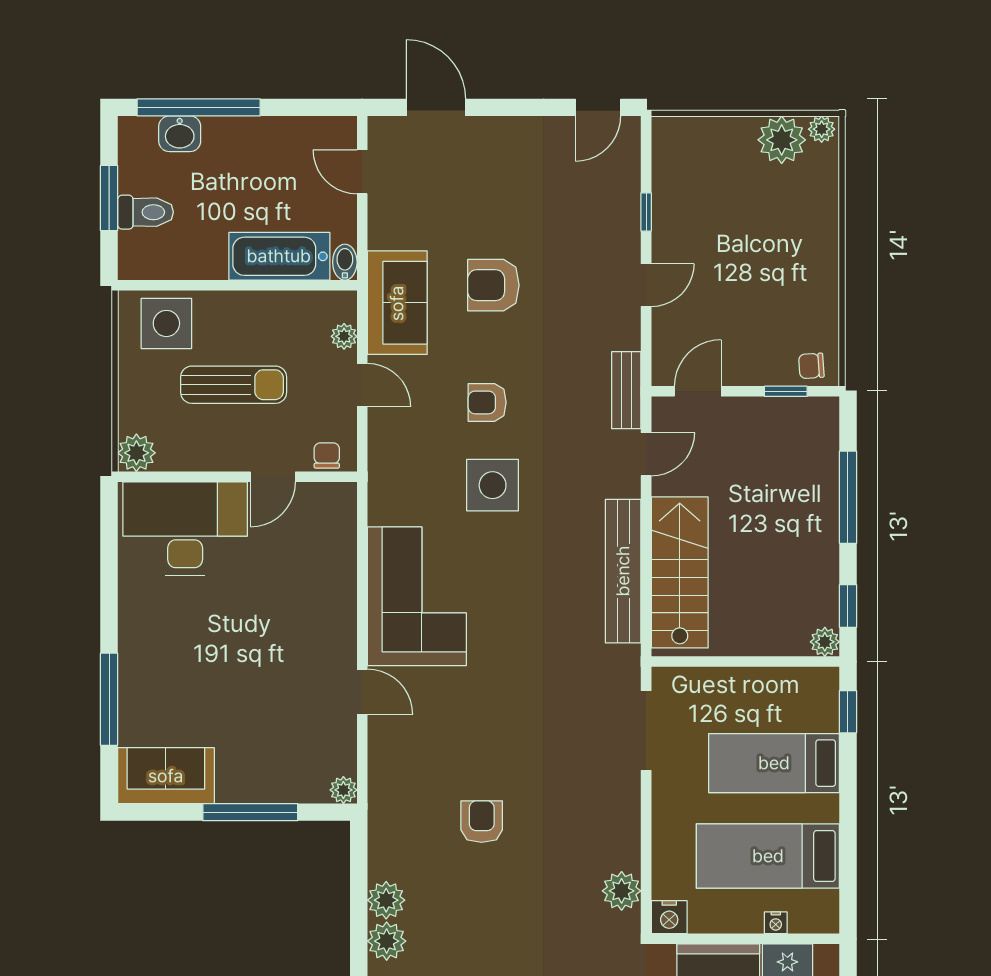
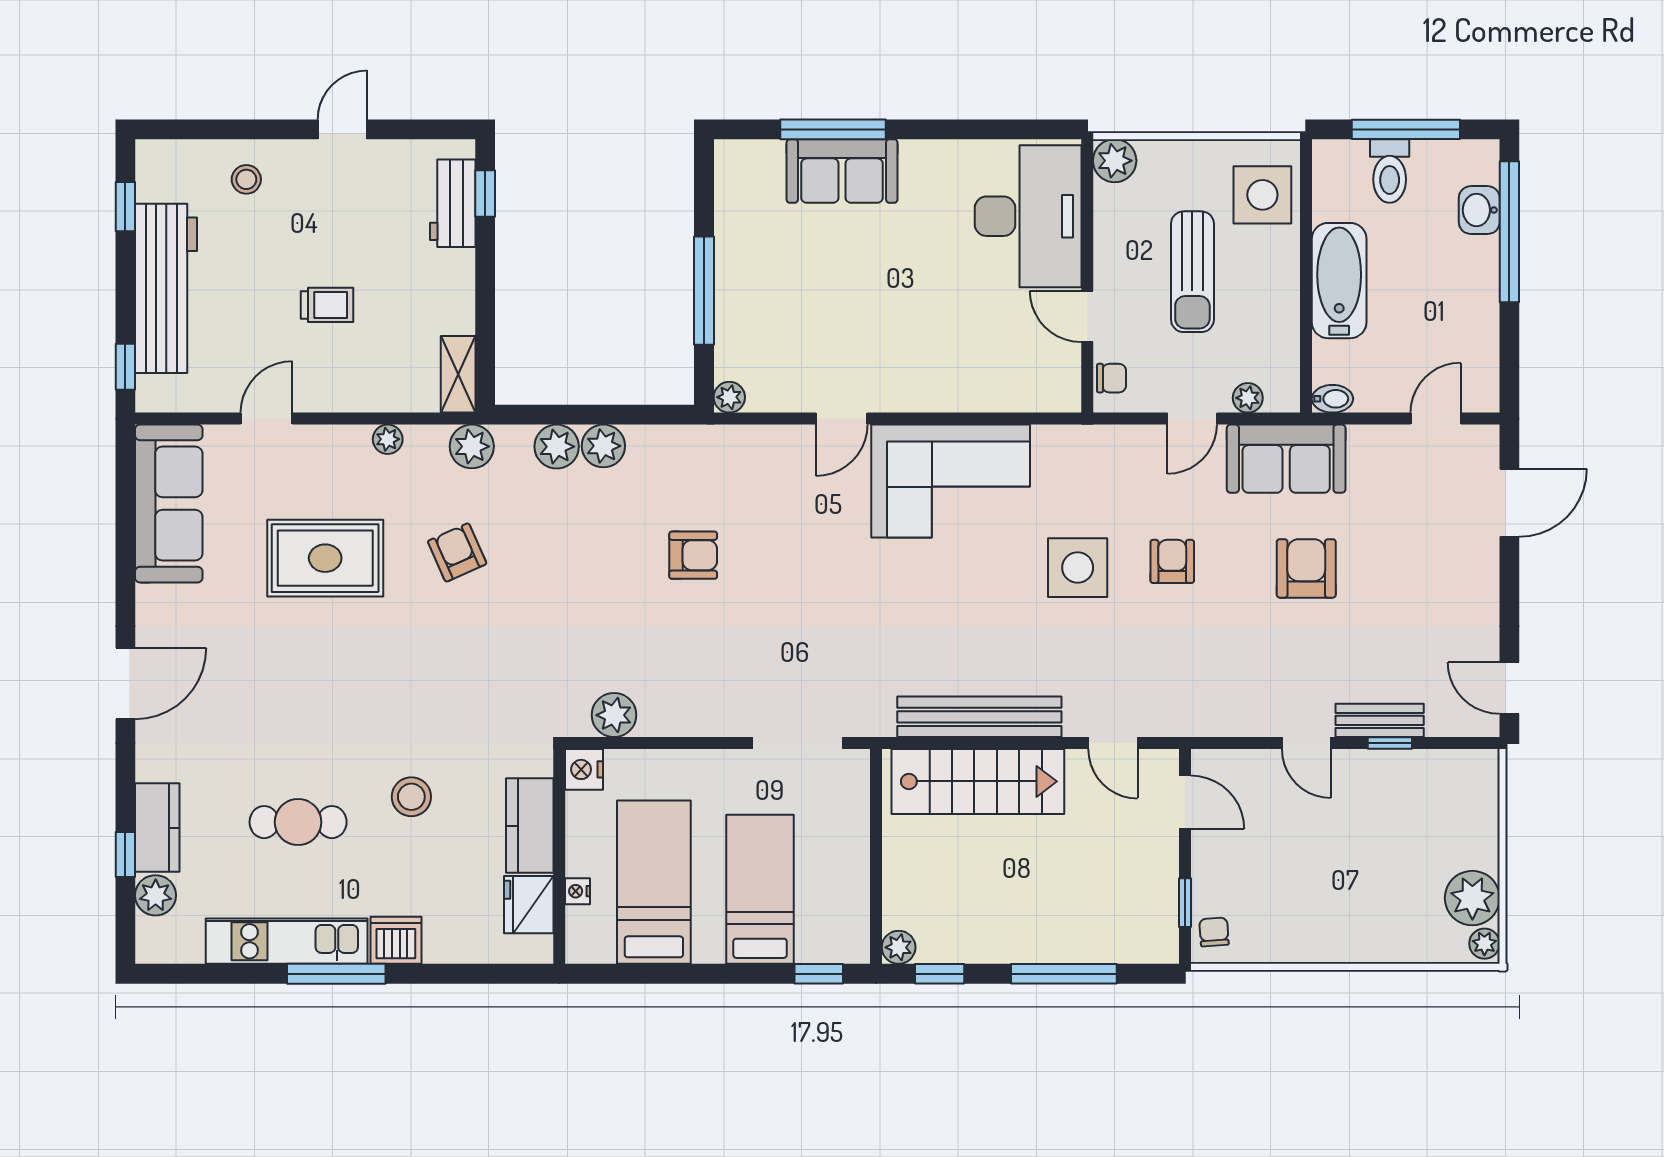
window: (109, 198) -> (1406, 129), width x1.44
bathtub: (279, 256) -> (1339, 281), moved
bench: (626, 390) -> (1380, 720), moved
sofa: (166, 776) -> (842, 171), moved, turned 90

